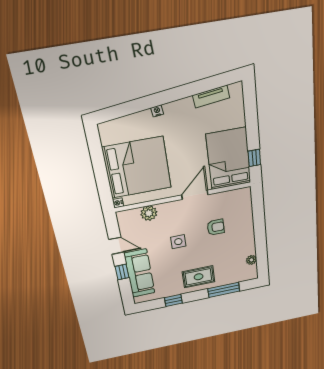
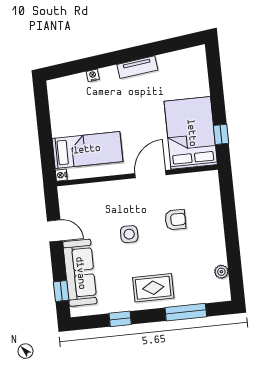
tv unit: (211, 97) -> (137, 67), moved
nightstand: (157, 111) -> (93, 75), moved
bed: (137, 168) -> (87, 150), width x0.49
plant: (149, 213) -> (96, 192), removed
window: (122, 272) -> (61, 291), moved

